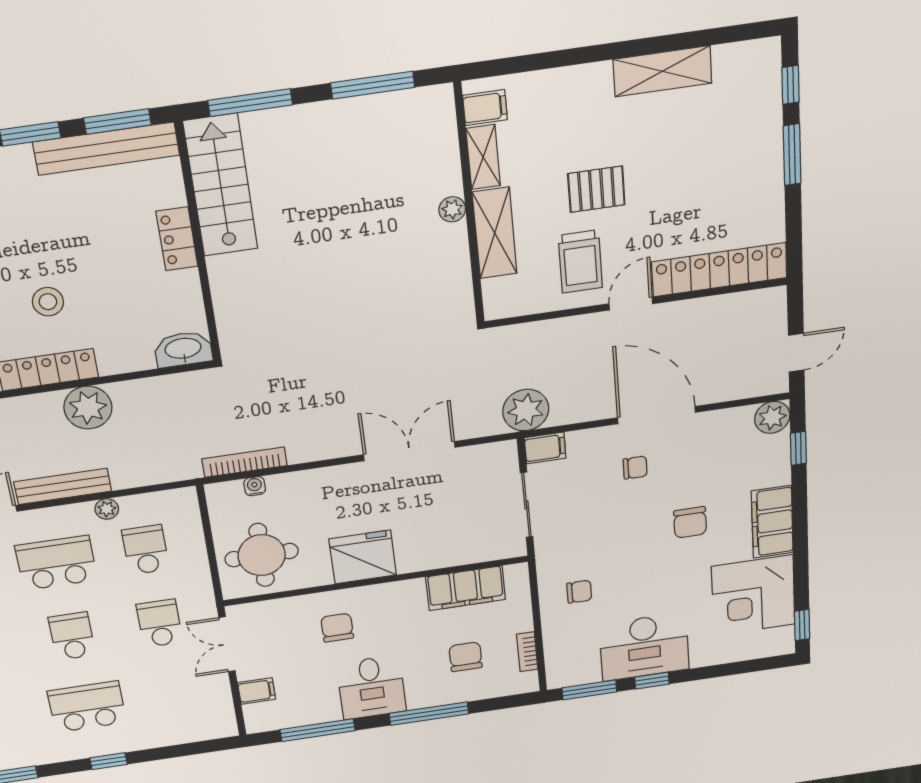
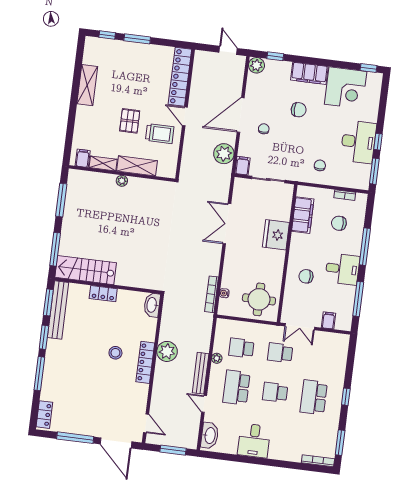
plant: (526, 410) -> (224, 154), moved
fridge: (363, 557) -> (276, 235), moved

